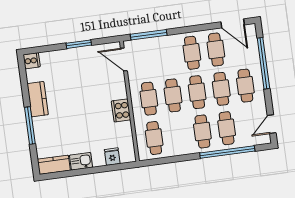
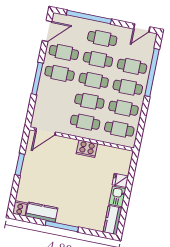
window: (149, 35) -> (37, 78), moved
kitchen counter: (38, 99) -> (42, 212), moved
door: (272, 124) -> (142, 28), hinge flipped
window: (30, 125) -> (62, 226), moved
cafe table: (178, 135) -> (124, 108), added
fridge: (112, 157) -> (120, 180), moved

